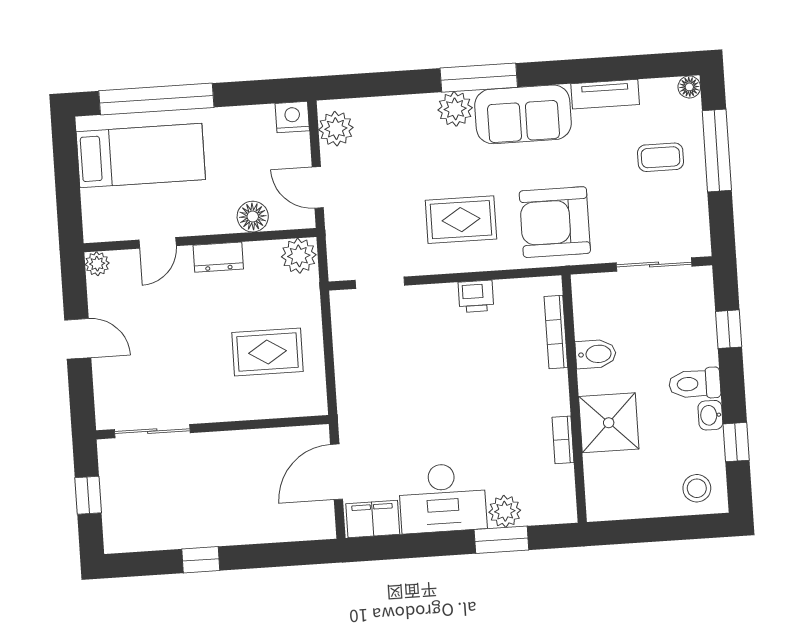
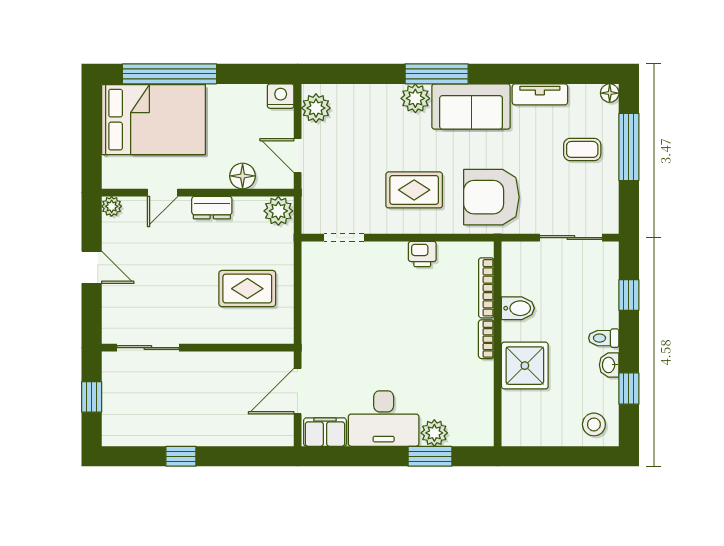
bed: (141, 156) -> (153, 120), width x1.50
toilet: (695, 384) -> (604, 338), width x0.73, depth x0.72
bookcase: (563, 440) -> (486, 339), moved

